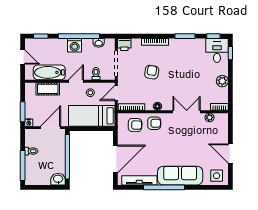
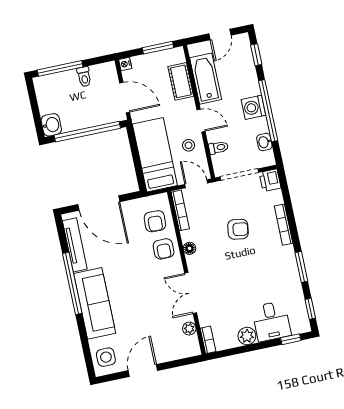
desk: (217, 50) -> (271, 321), moved, turned 90
window: (23, 112) -> (158, 48), moved
double door: (187, 112) -> (191, 293), swing flipped

